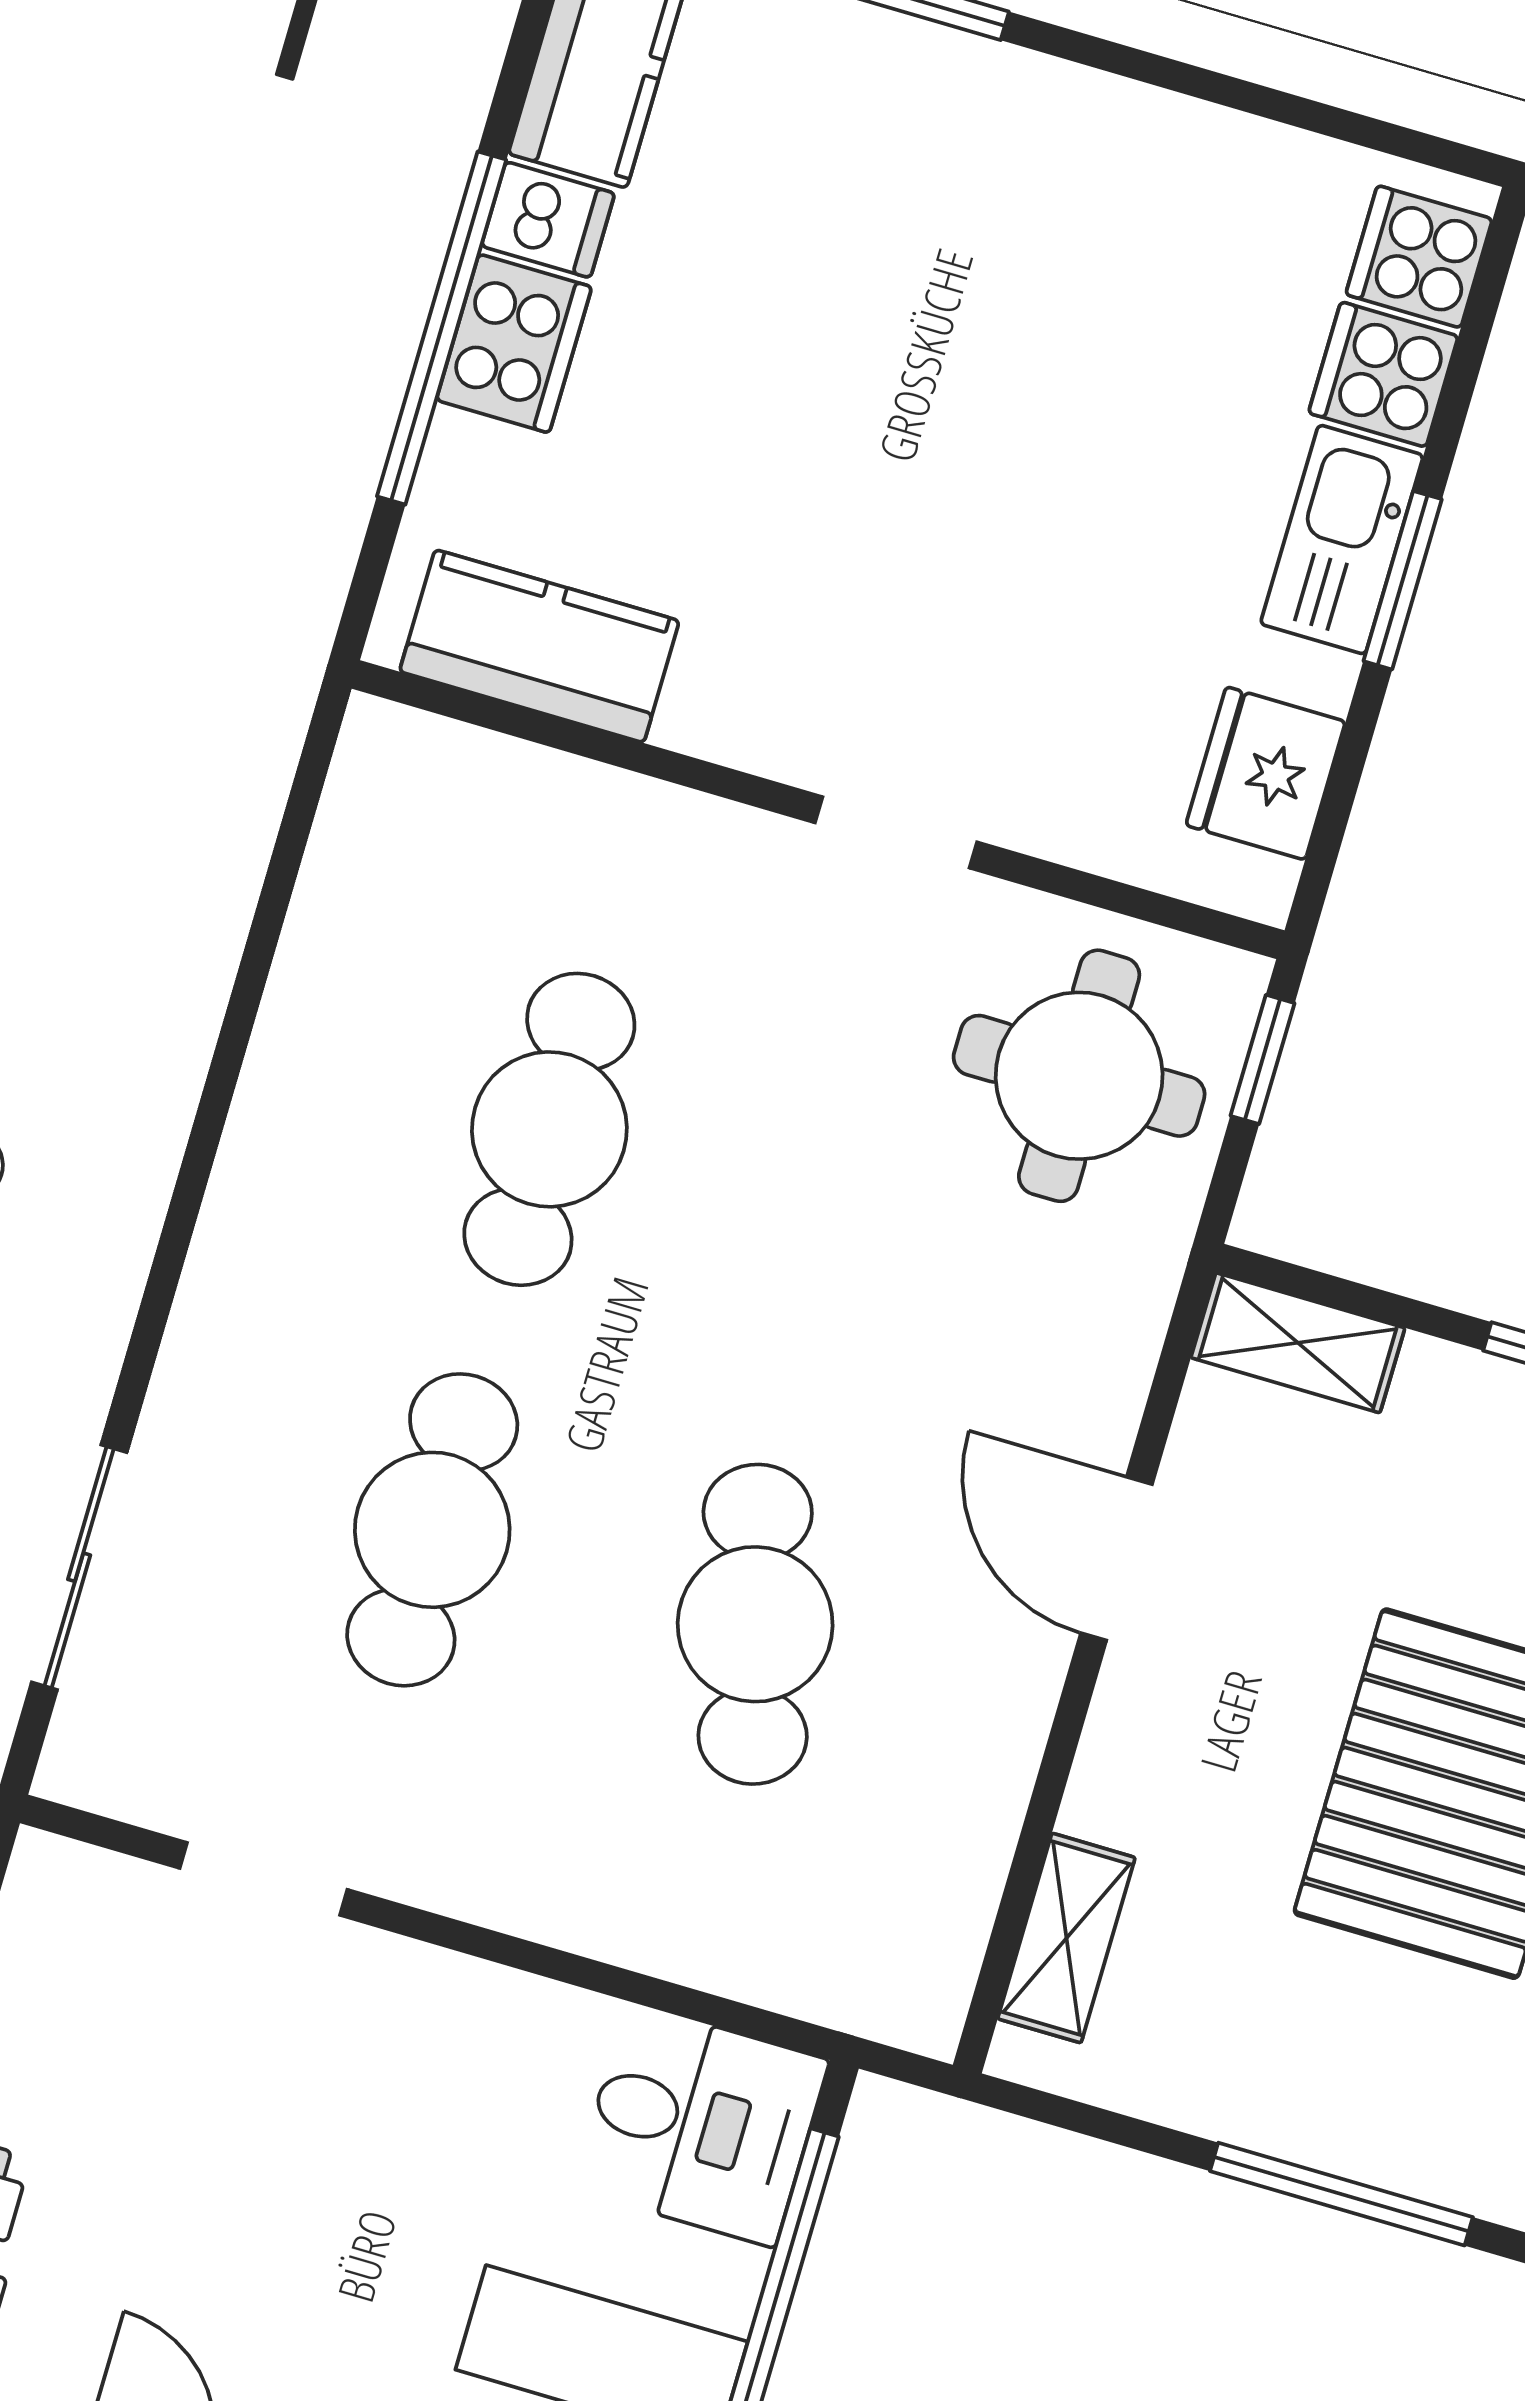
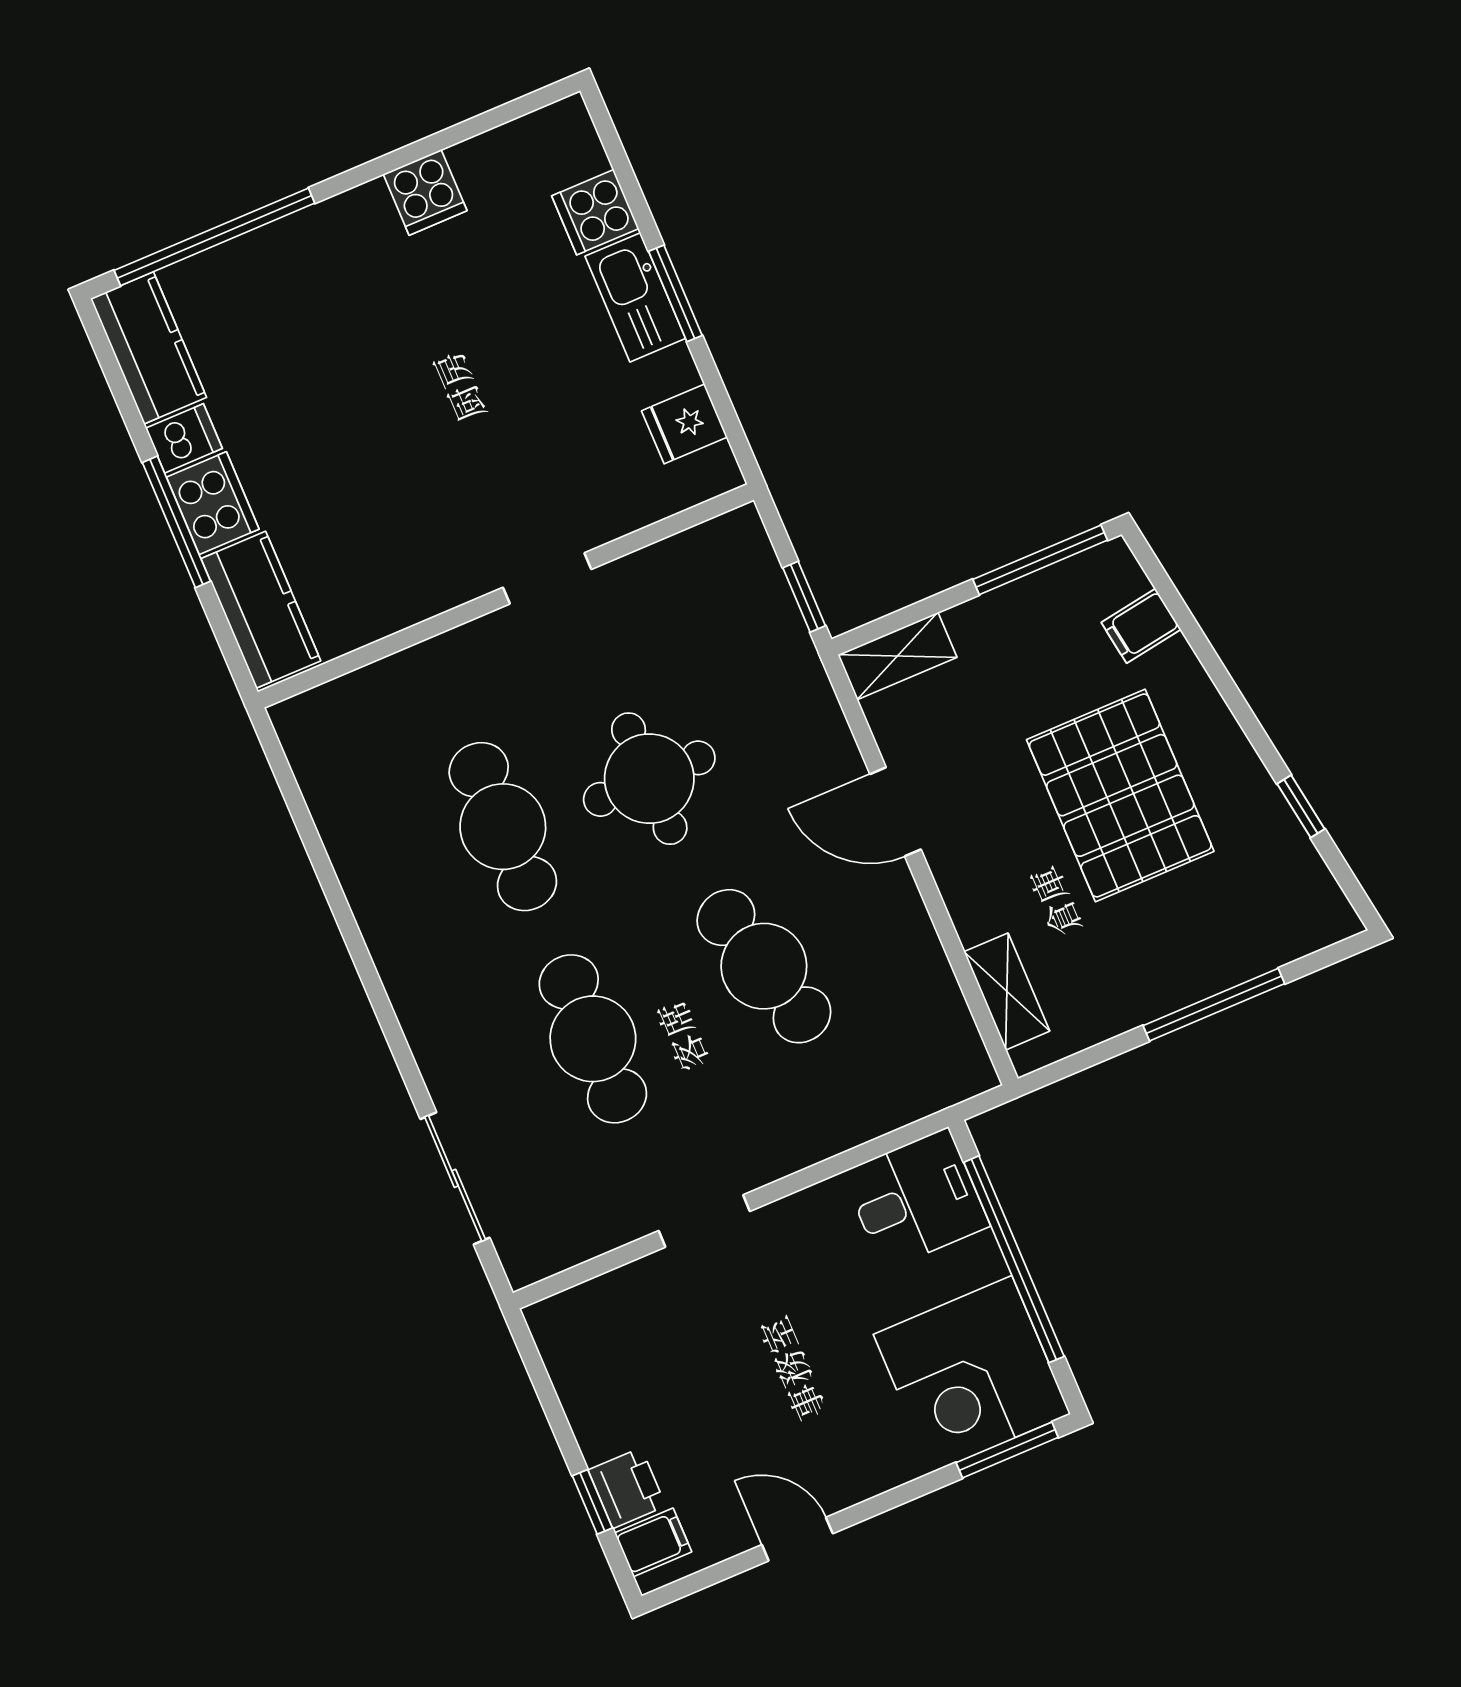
cooker: (1419, 257) -> (425, 192), moved, turned -90
window: (442, 328) -> (176, 522), width x0.68
kitchen counter: (539, 646) -> (261, 610), moved, turned 90
fridge: (1266, 773) -> (684, 424), width x0.72
window: (1262, 1059) -> (804, 597), moved
round table: (1079, 1076) -> (649, 779), moved
doorway: (263, 1879) -> (704, 1221), moved

